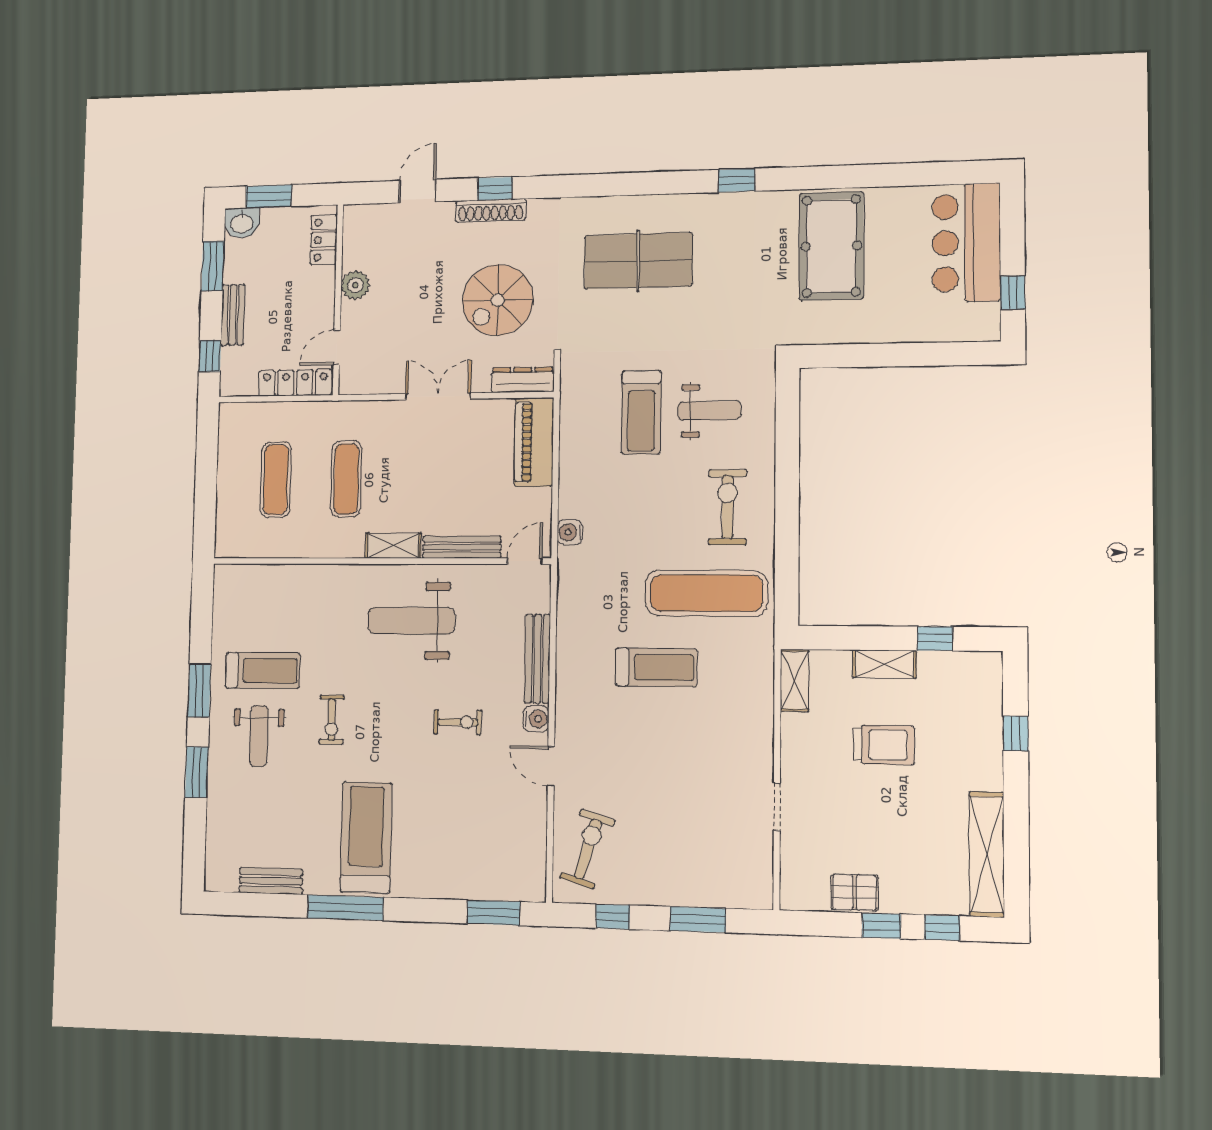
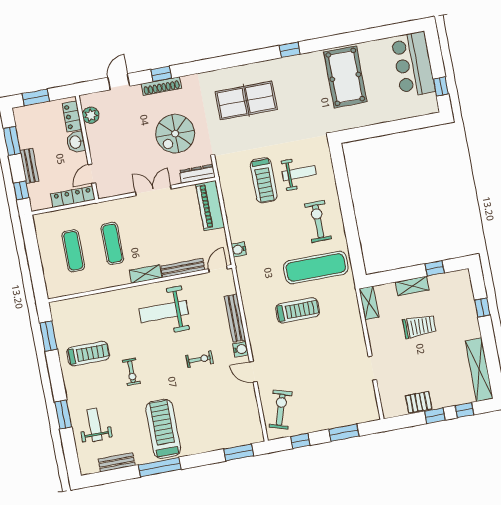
washbasin: (242, 223) -> (76, 142), moved, turned 90
plant: (355, 285) -> (91, 115), moved
window: (199, 690) -> (49, 336), moved
weight bench: (259, 736) -> (95, 425), moved, turned 180

